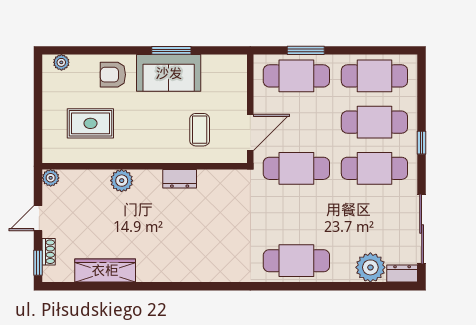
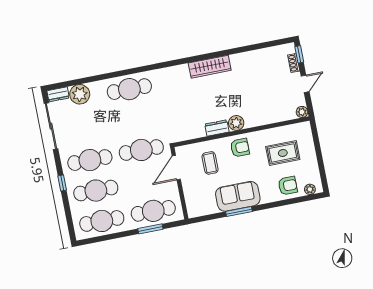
armchair: (113, 75) -> (288, 186), moved
armchair: (152, 144) -> (240, 148), added
plant: (122, 181) -> (236, 123), moved
wardrobe: (105, 270) -> (210, 67), moved

